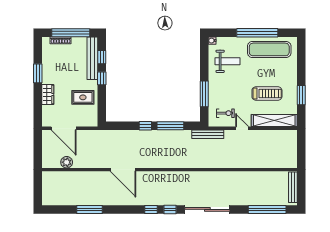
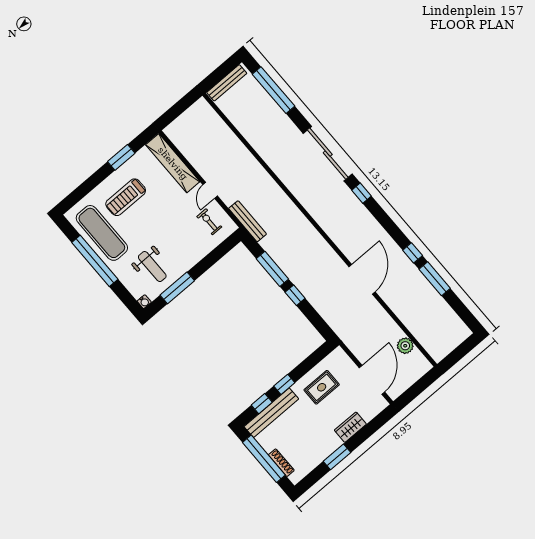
weight bench: (227, 61) -> (152, 267), turned 180
window: (204, 94) -> (177, 288), moved
treadmill: (267, 94) -> (126, 197), moved, turned -90
rug: (83, 97) -> (322, 387), turned 90
window: (151, 209) -> (413, 253), moved

